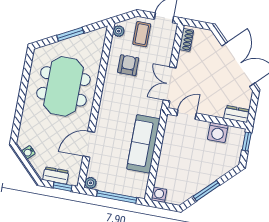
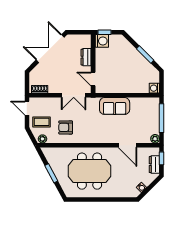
dresser: (237, 114) -> (86, 57), moved
washing machine: (218, 132) -> (102, 41), moved
sofa: (143, 144) -> (115, 106), width x0.73

